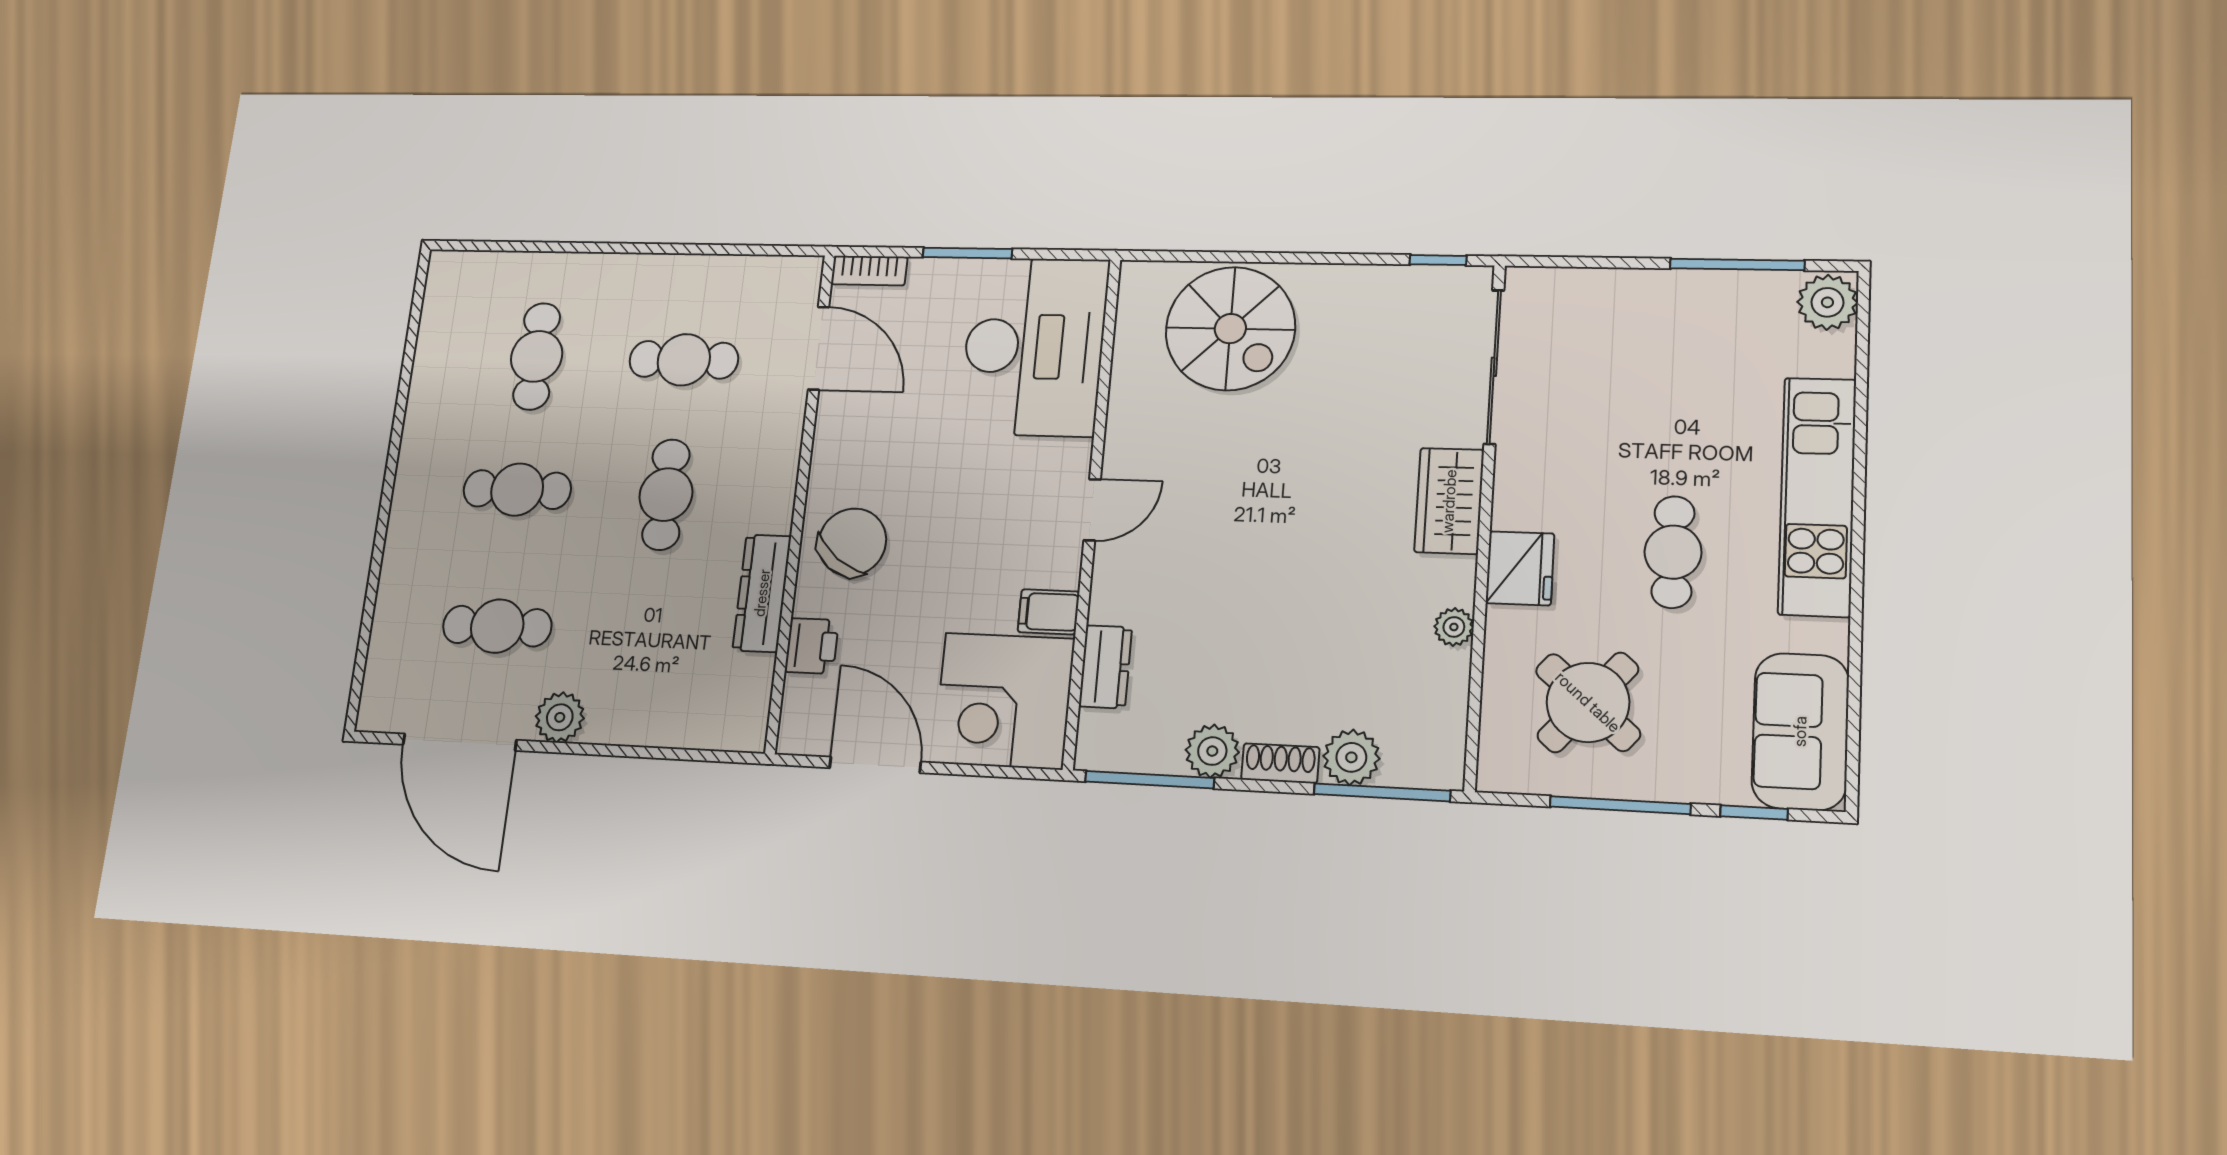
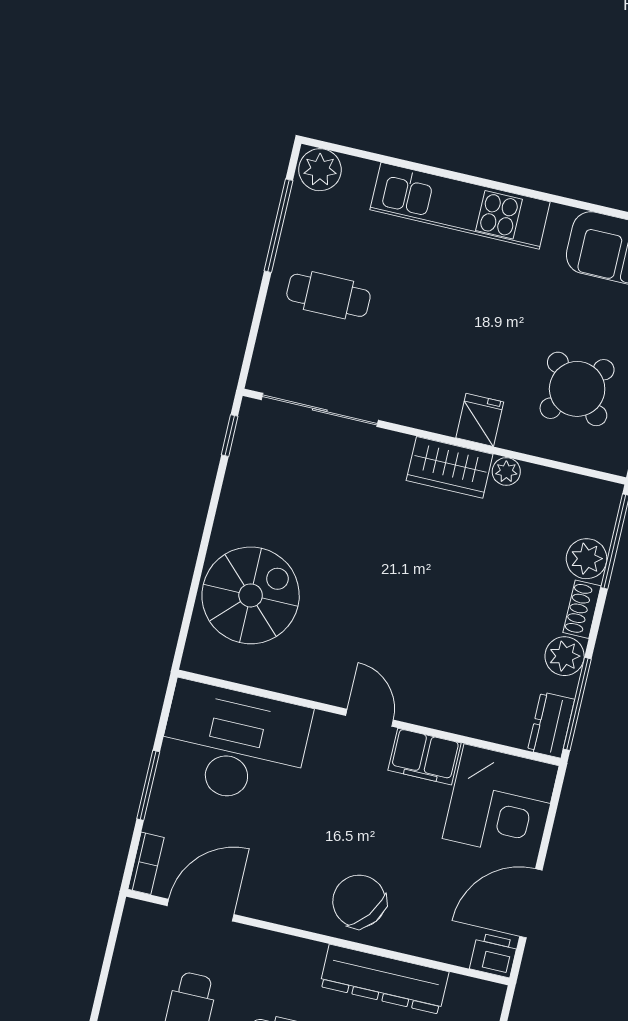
wardrobe: (1449, 501) -> (450, 467), moved
cafe table: (1673, 552) -> (328, 295), moved
fridge: (1520, 568) -> (480, 420), width x0.72
dresser: (762, 593) -> (384, 979), width x1.37, depth x1.24
filing cabinet: (1049, 612) -> (425, 757), width x2.00
printer: (812, 646) -> (494, 955), moved
dresser: (1105, 667) -> (551, 725), moved, turned -90

